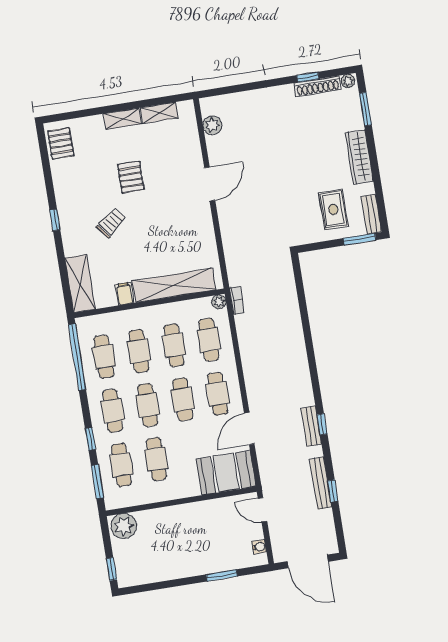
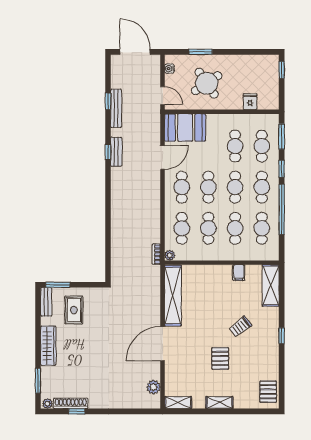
shelving: (159, 113) -> (178, 403), moved
door: (210, 184) -> (163, 344), width x1.36
shelving: (174, 285) -> (173, 296), moved, turned 90
window: (77, 357) -> (282, 209), moved
fridge: (146, 520) -> (250, 102), added
plant: (124, 526) -> (267, 100), removed
round table: (207, 536) -> (207, 83), added

